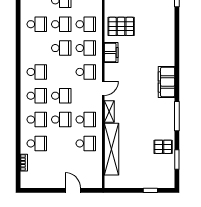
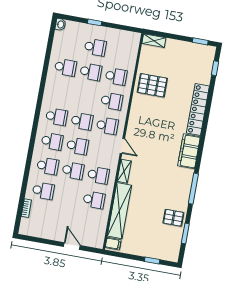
locker: (168, 41) -> (198, 110), added
school desk: (61, 48) -> (82, 121), moved
filing cabinet: (111, 53) -> (113, 244), moved, width x0.50
door: (103, 88) -> (122, 146), hinge flipped

